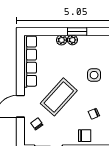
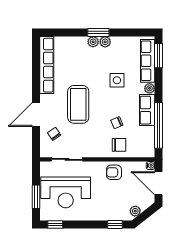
plant: (62, 40) -> (105, 42), moved
coffee table: (59, 97) -> (78, 104), turned -42
chair: (85, 136) -> (119, 145), moved

